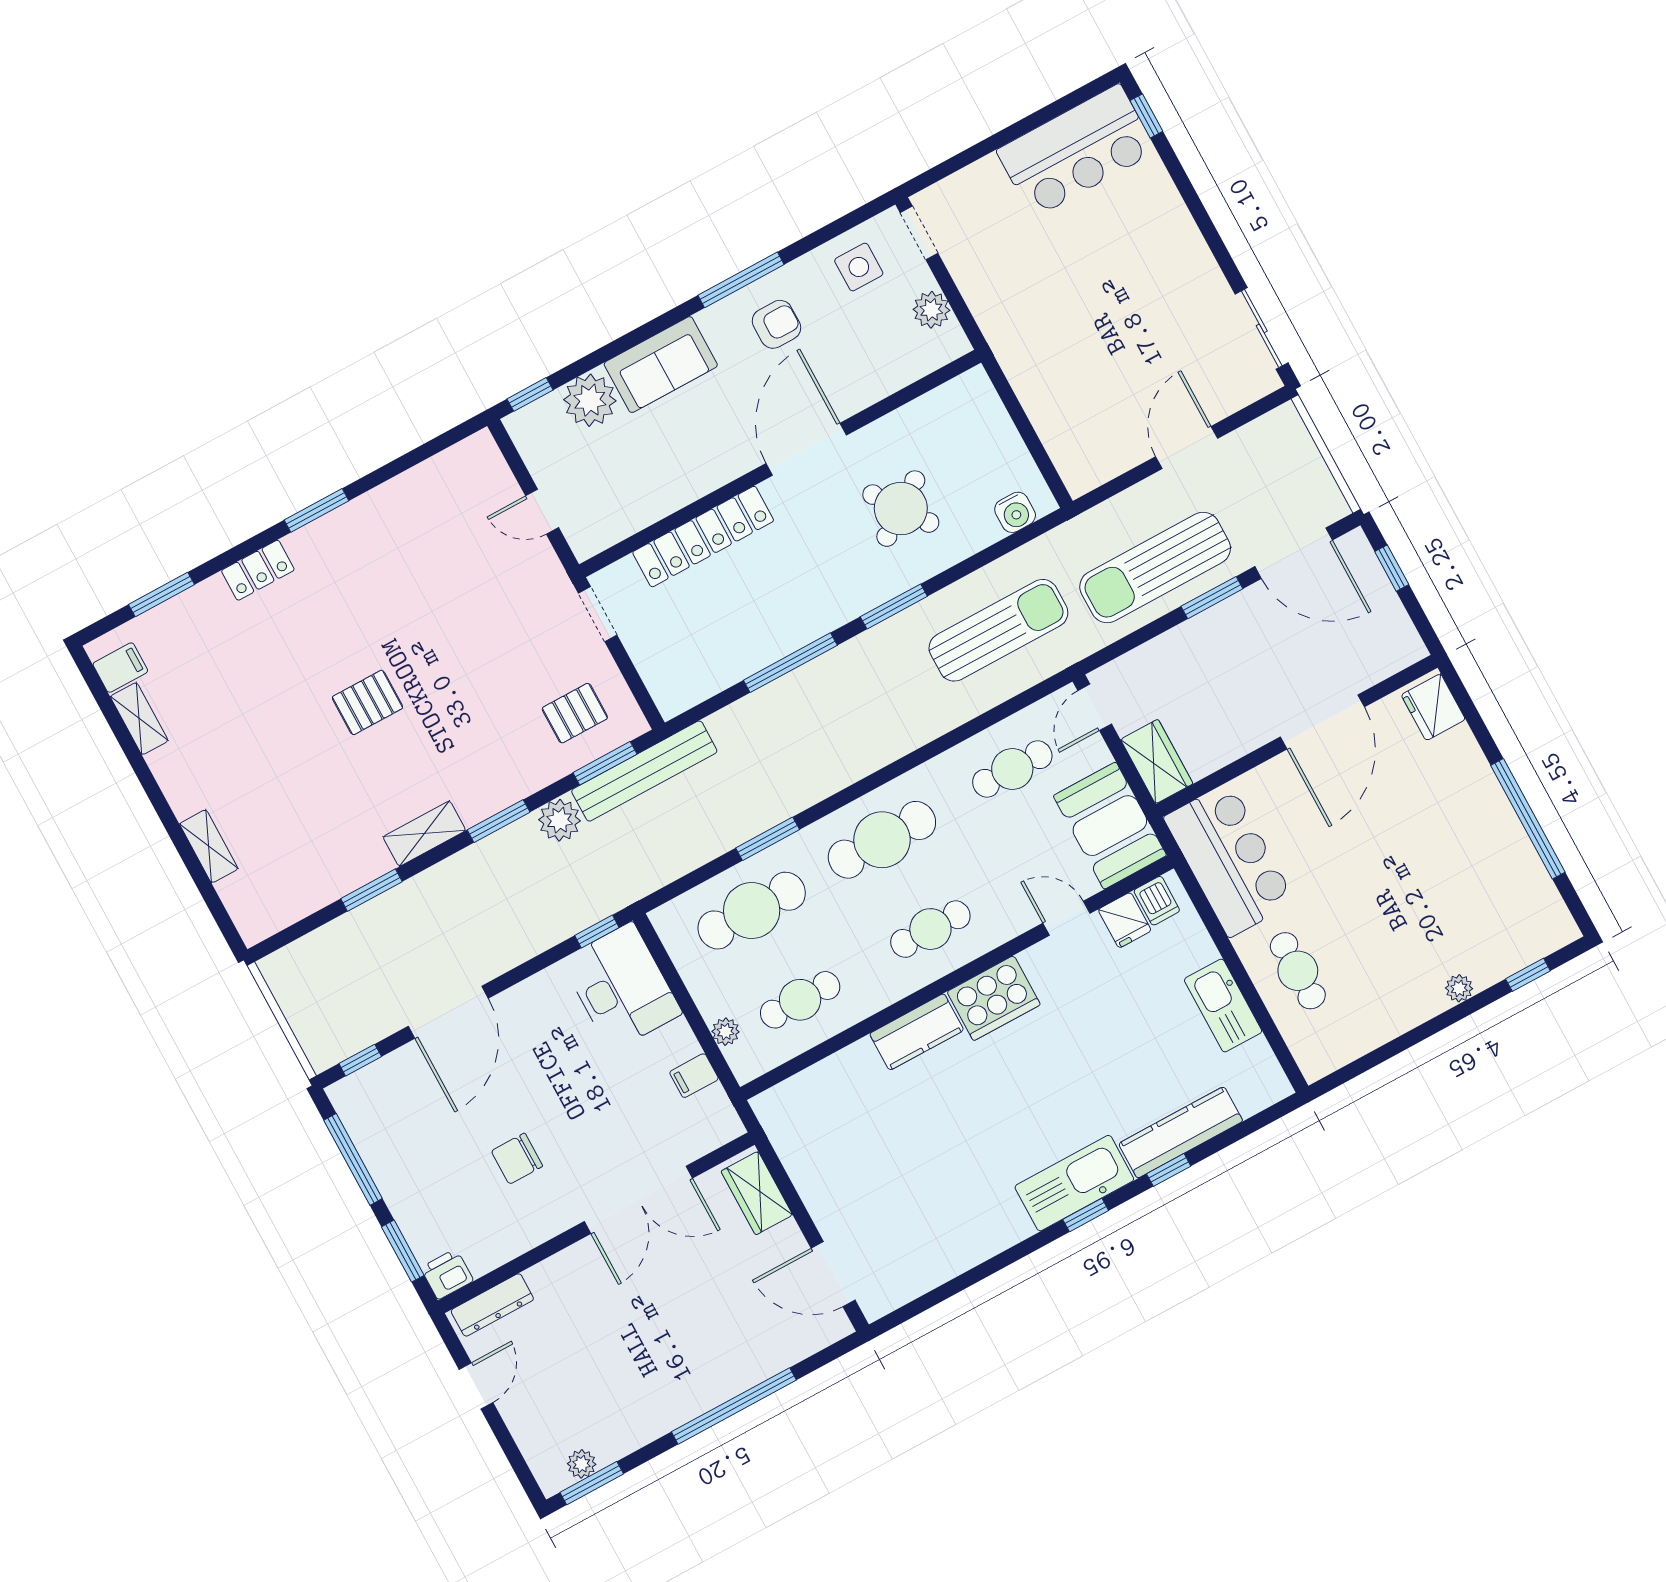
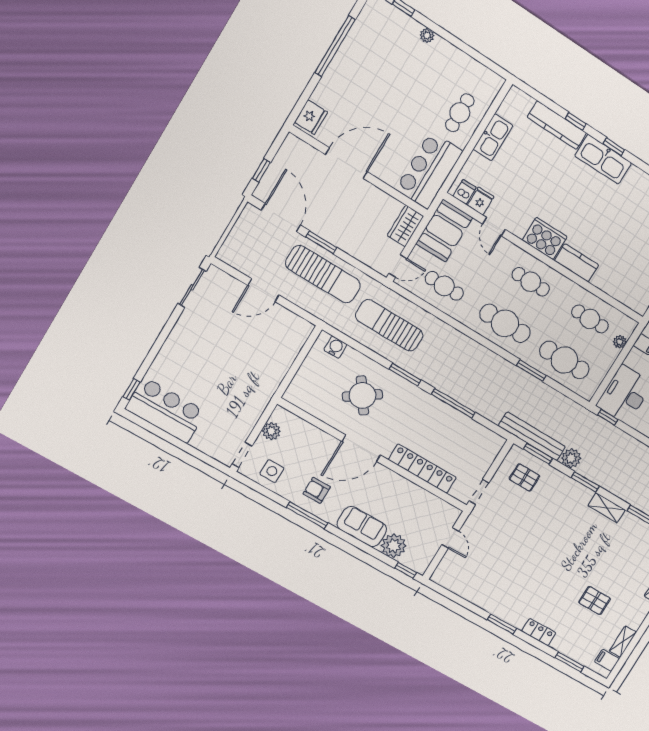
pallet: (367, 702) -> (595, 601), moved

